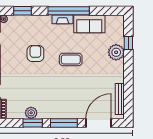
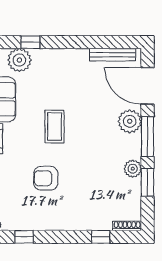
plant: (116, 52) -> (19, 60), moved
plant: (74, 111) -> (130, 121), added
plant: (31, 113) -> (133, 169), moved

